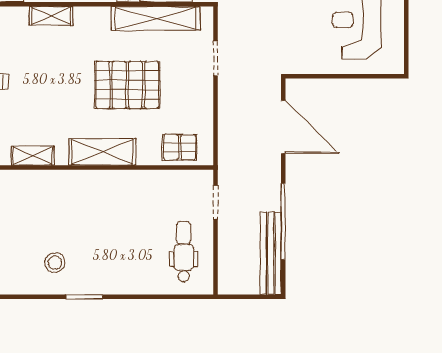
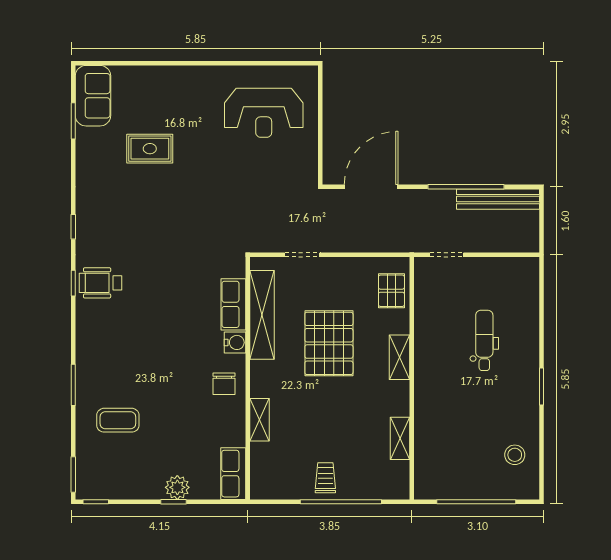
shelving: (102, 152) -> (400, 357), width x0.67, depth x0.75
dental chair: (184, 251) -> (484, 340), moved, turned 90
stool: (55, 263) -> (515, 455), moved

